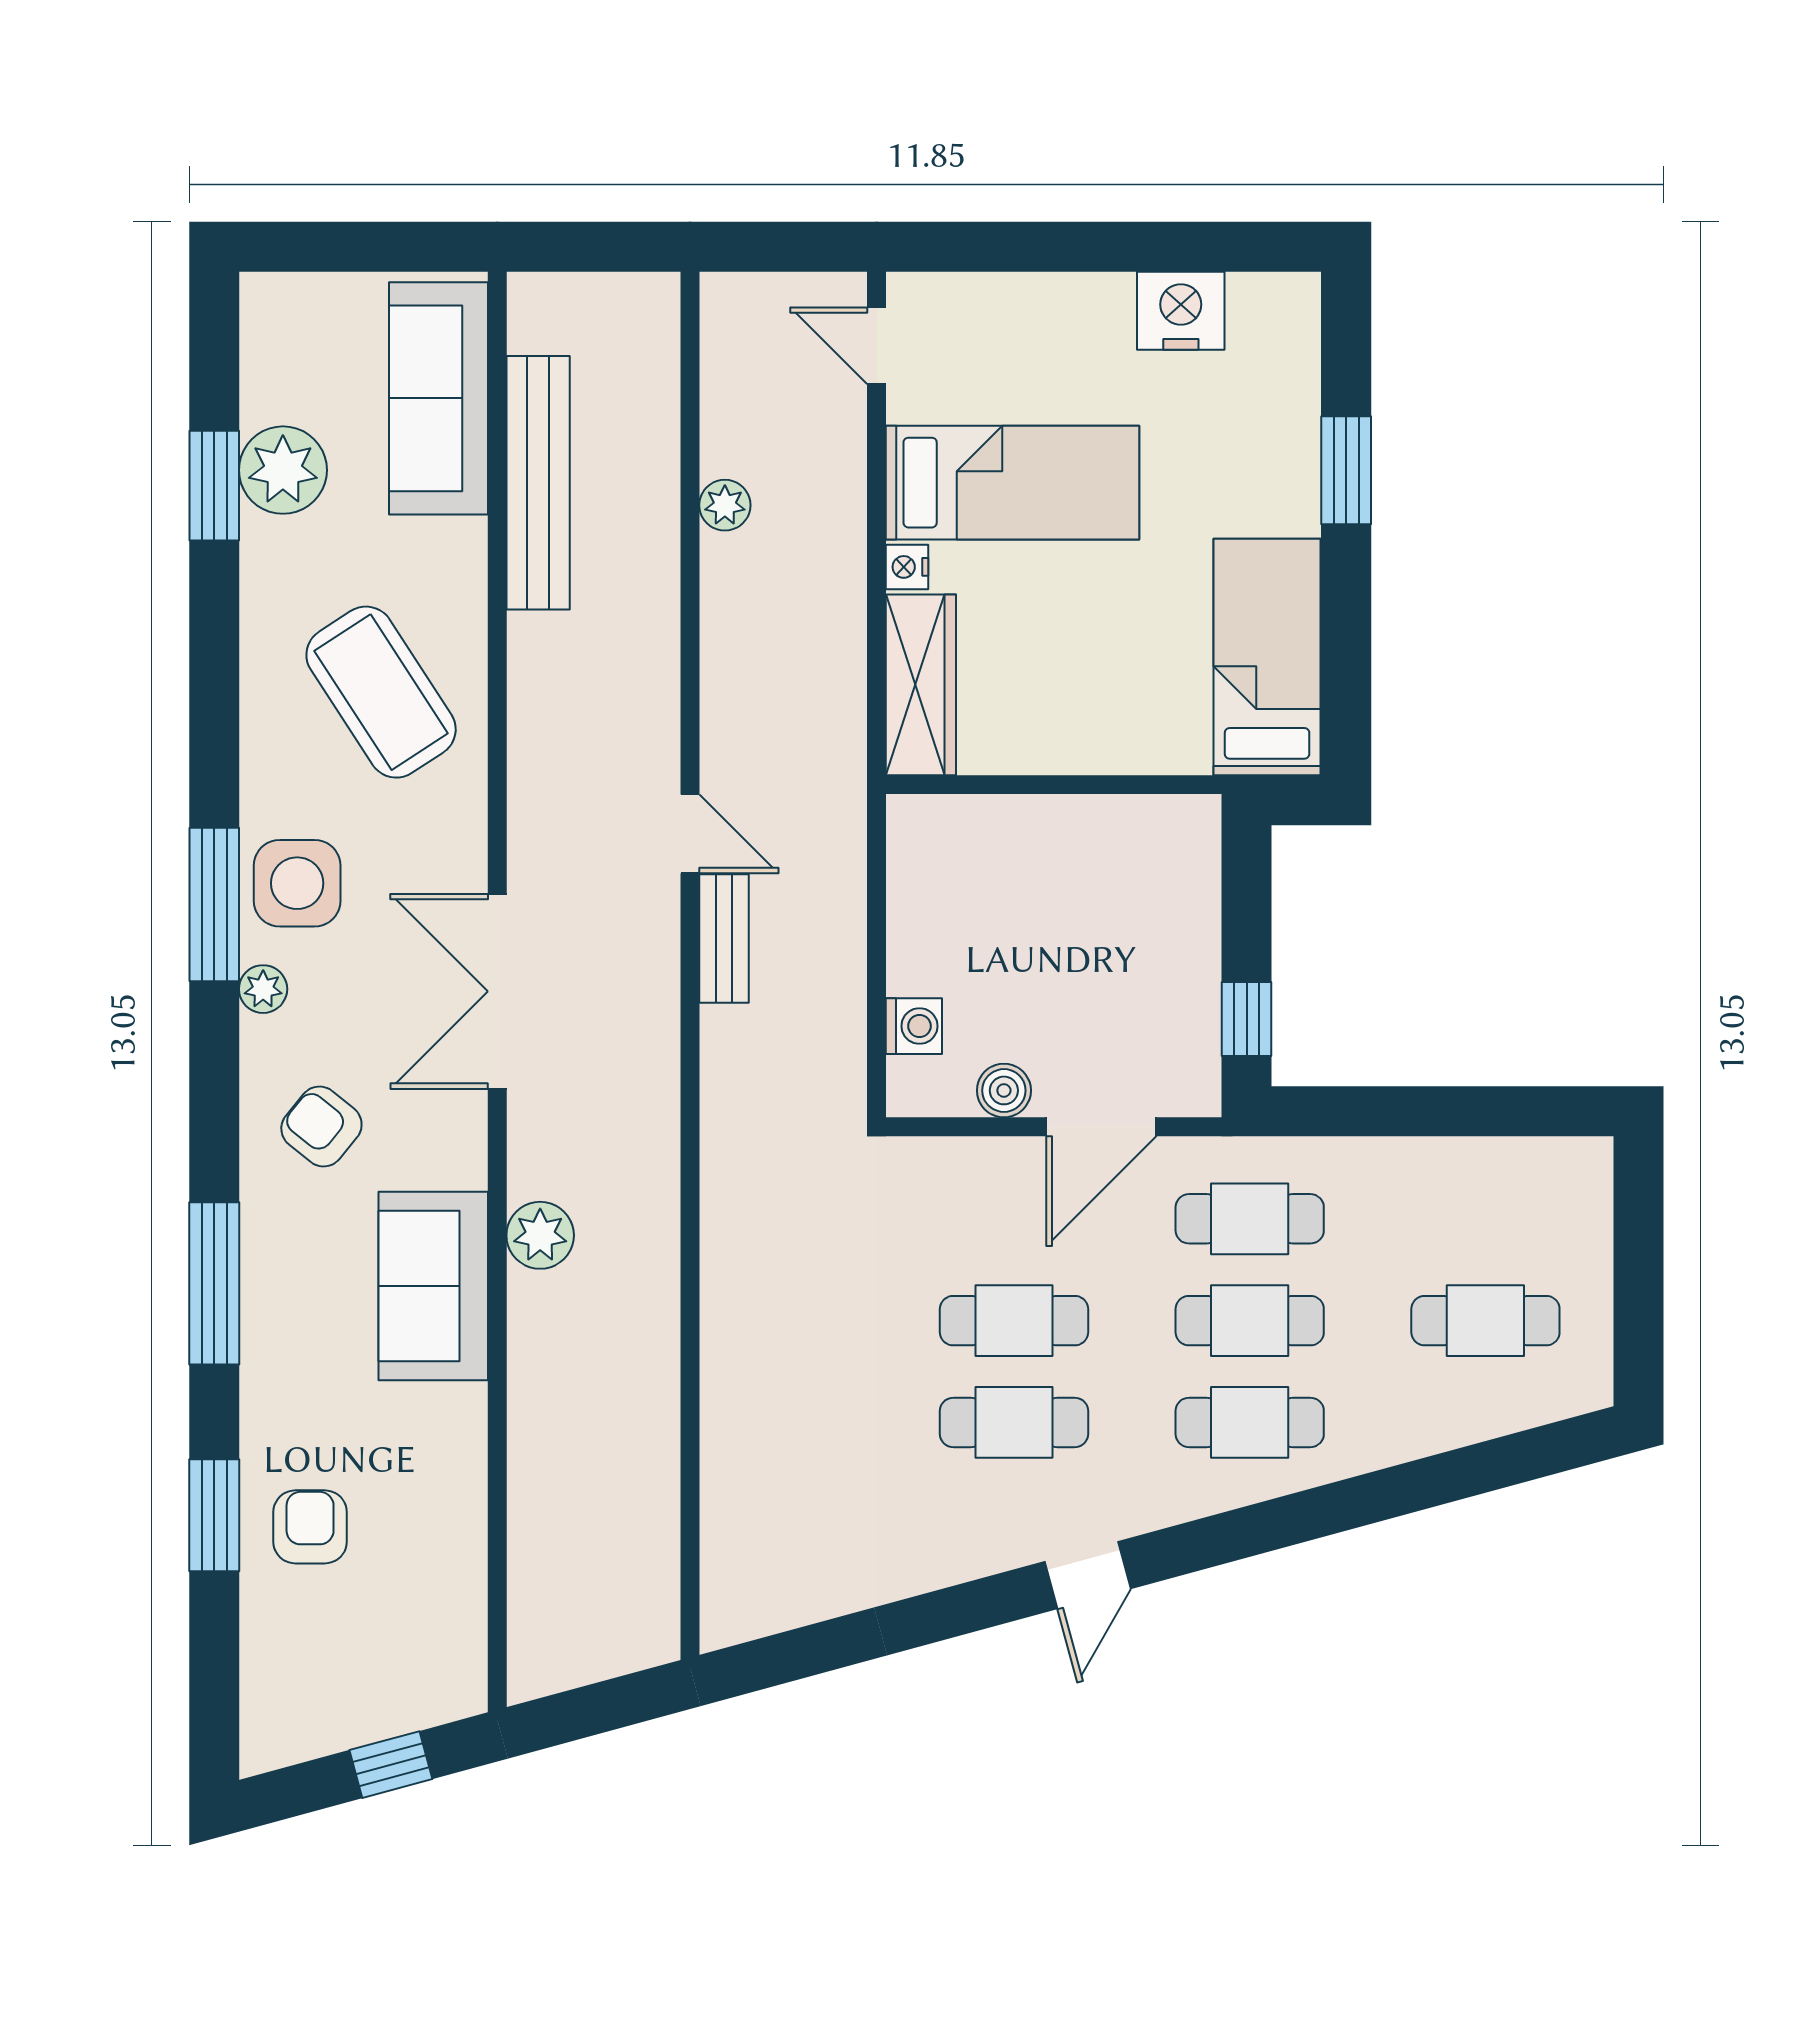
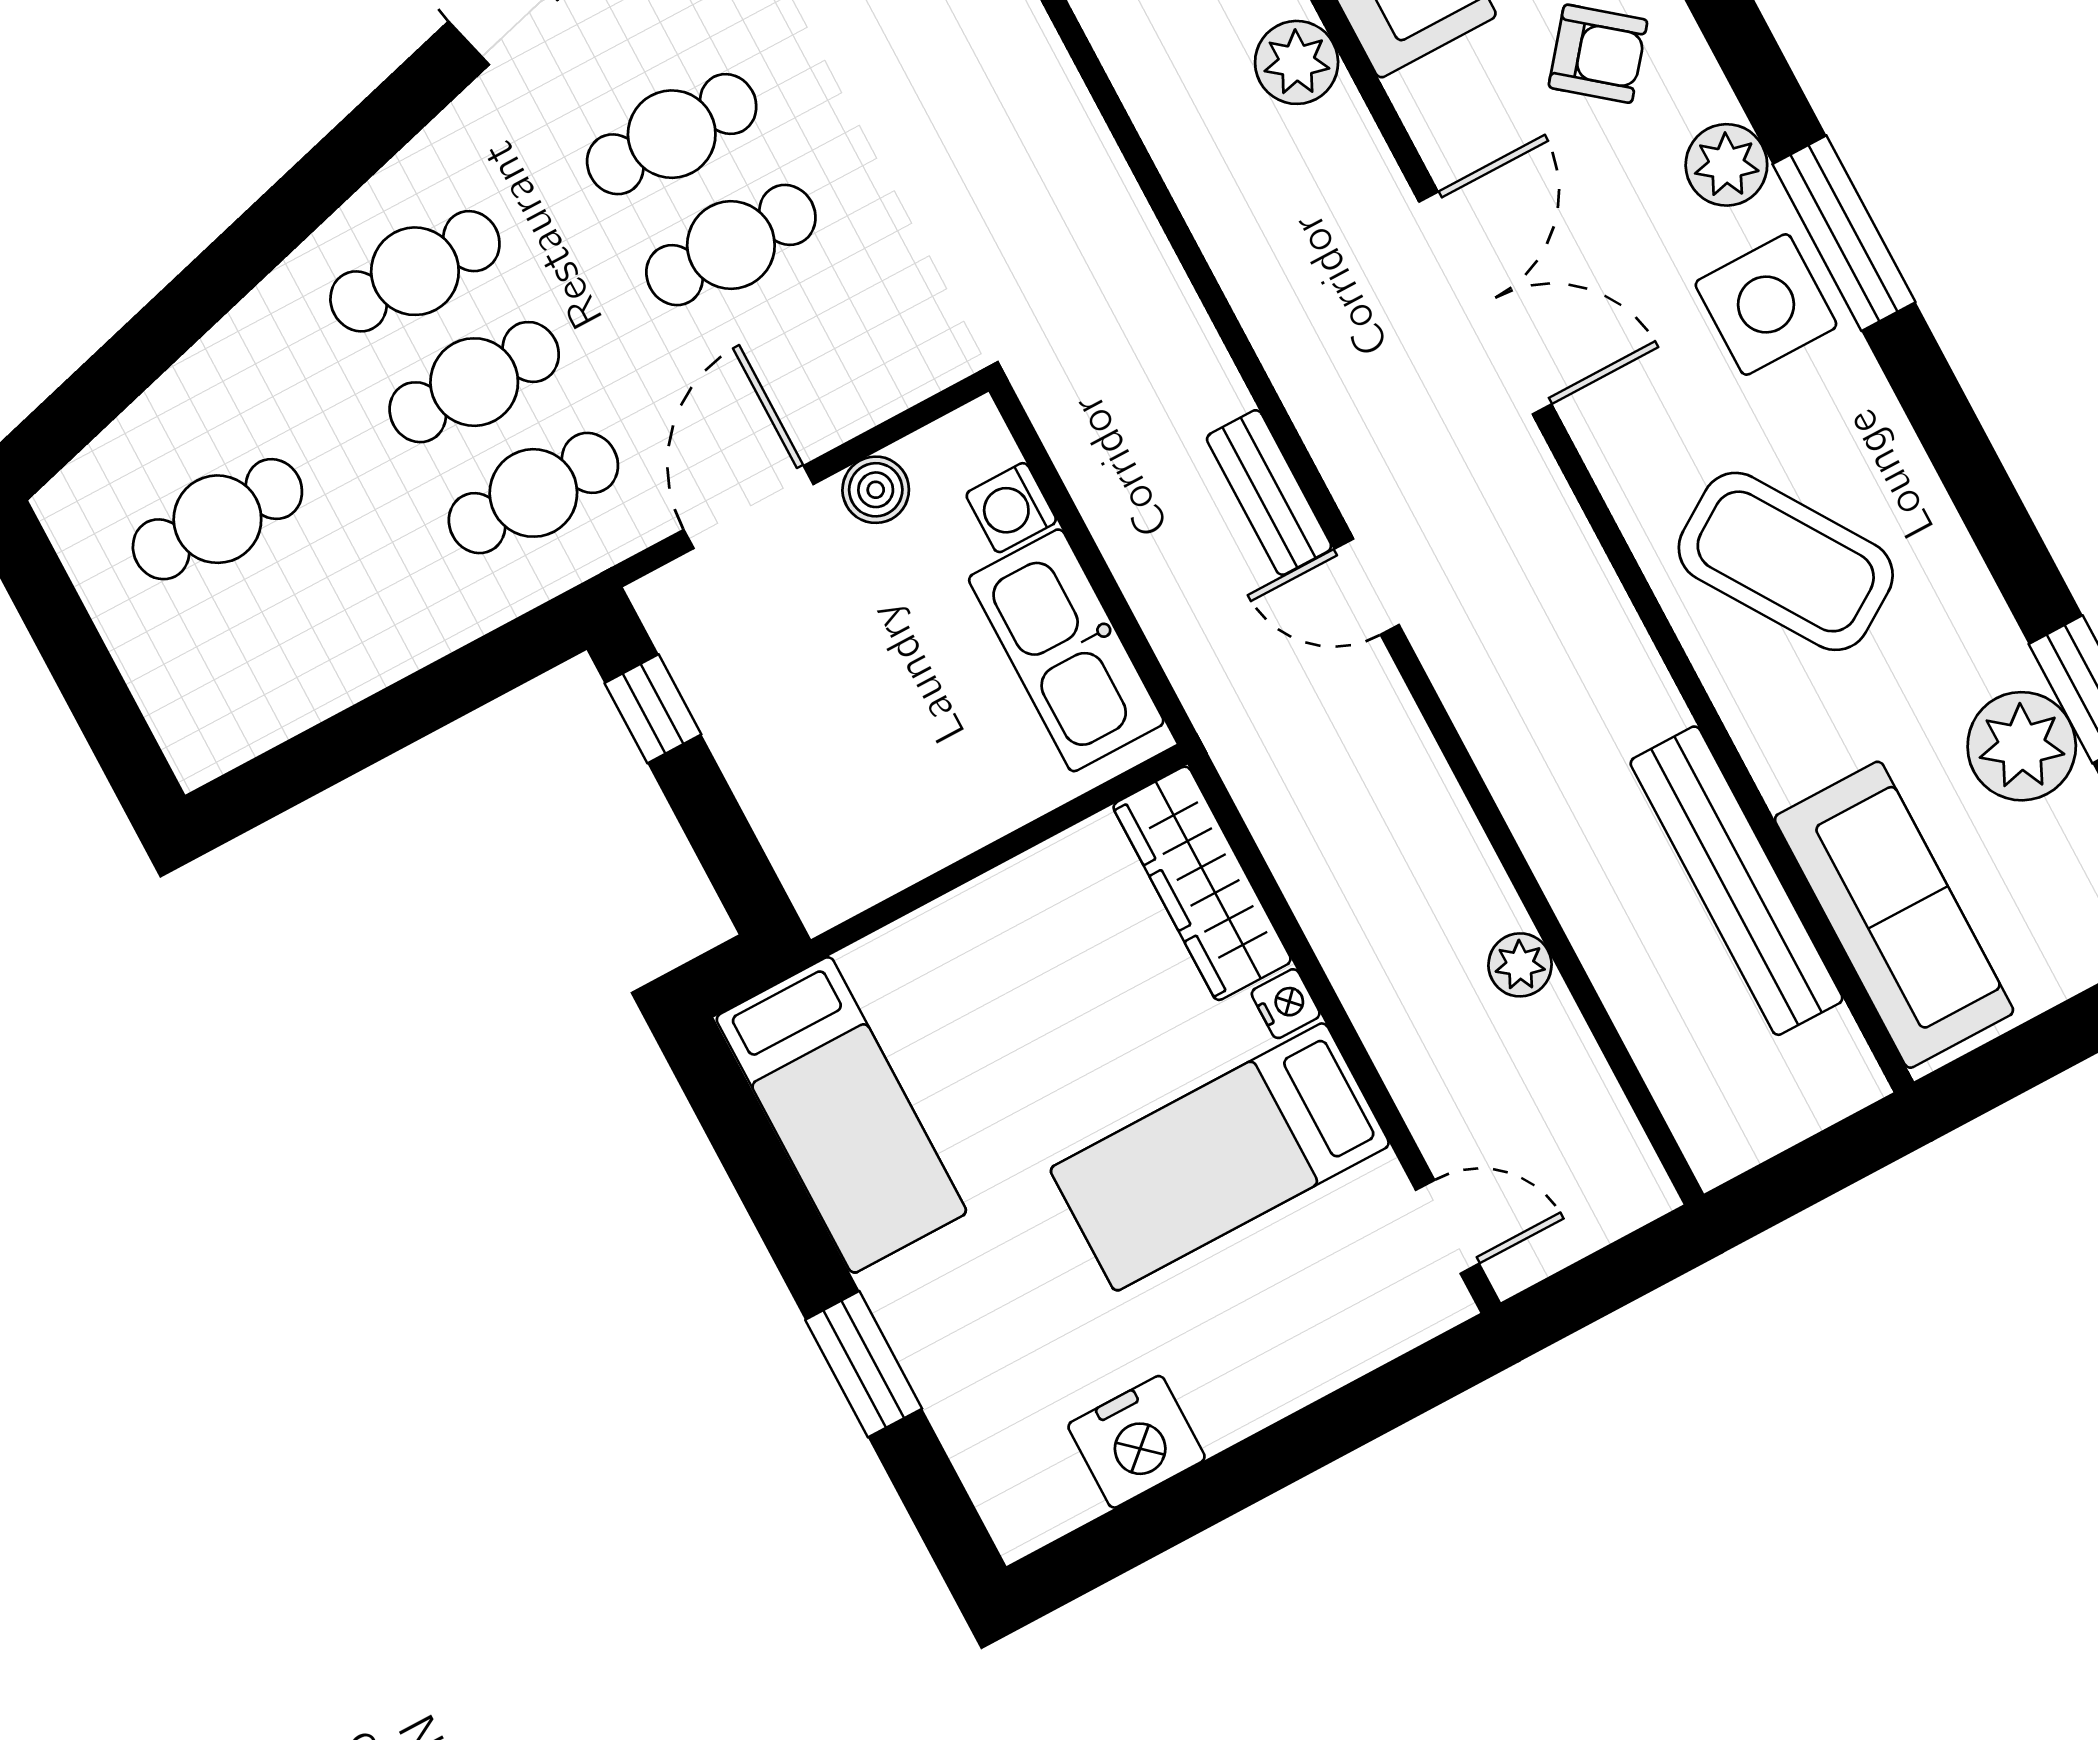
kitchen sink: (929, 903) -> (1066, 650), added
plant: (263, 989) -> (1726, 165), width x1.38, depth x1.38

